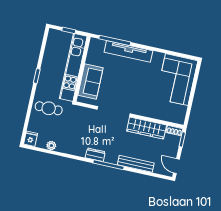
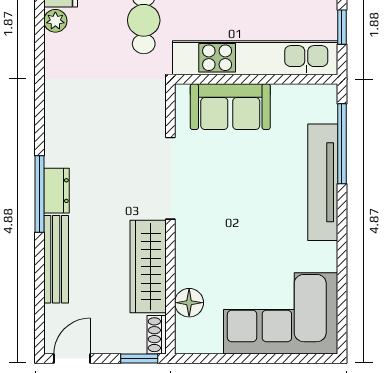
floor lamp: (165, 115) -> (189, 303), added
plant: (51, 146) -> (55, 21), moved
dresser: (95, 155) -> (57, 191), moved

